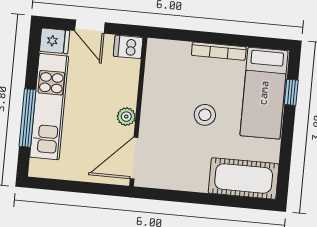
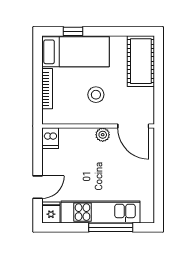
dishwasher: (128, 47) -> (50, 138), moved
wall: (138, 112) -> (98, 126), moved
plant: (126, 117) -> (103, 135), moved
door: (134, 158) -> (133, 126), moved

